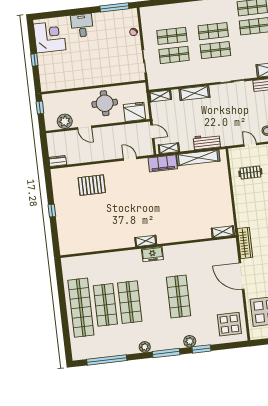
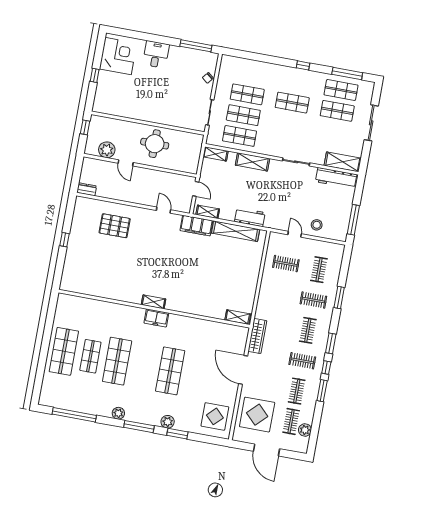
shop shelf: (215, 50) -> (240, 136), moved
fridge: (135, 112) -> (183, 162), removed
shop shelf: (105, 305) -> (90, 356), width x0.70, depth x0.74
shop shelf: (81, 308) -> (64, 351), width x0.71

